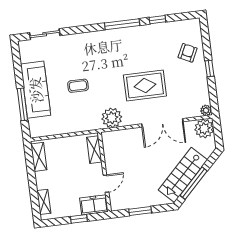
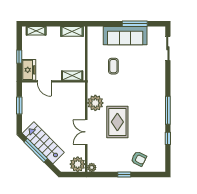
coffee table: (78, 86) -> (113, 66), moved
window: (22, 104) -> (135, 24), moved
plant: (112, 118) -> (95, 103), moved
double door: (162, 123) -> (86, 132), width x0.73

